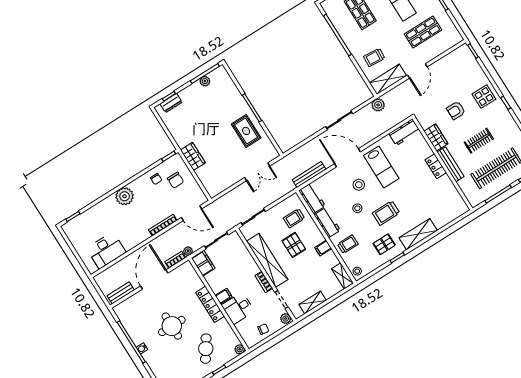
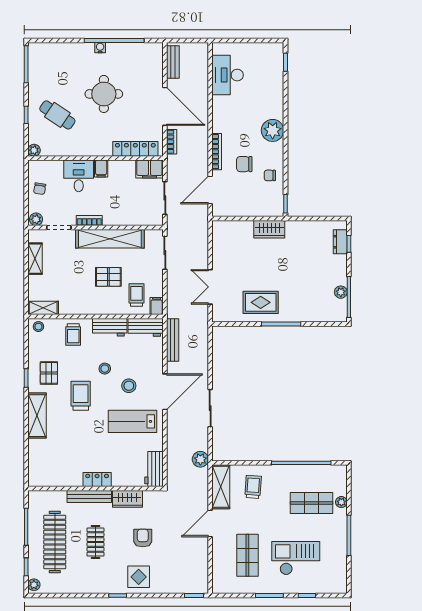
door: (417, 71) -> (210, 523), hinge flipped
chair: (176, 180) -> (244, 164), moved
filing cabinet: (323, 248) -> (157, 306), moved
plant: (188, 251) -> (172, 161), removed
locker: (210, 304) -> (135, 149), moved

